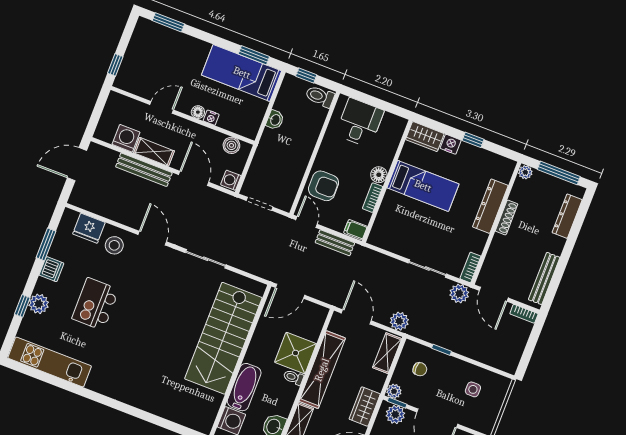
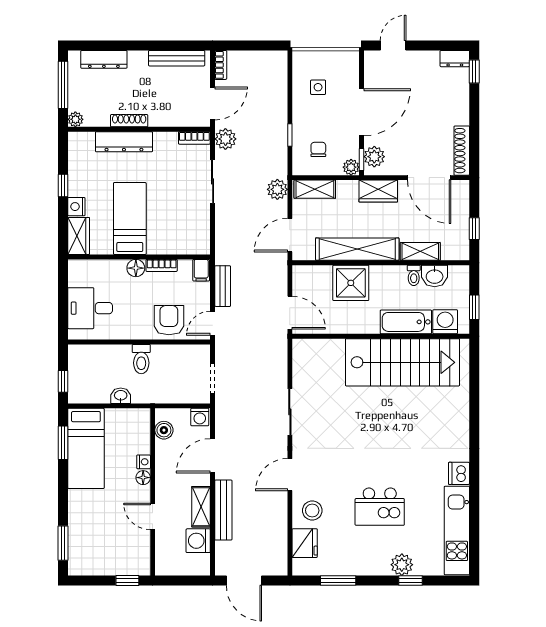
toilet: (320, 96) -> (141, 359), moved
dishwasher: (51, 269) -> (459, 473), moved, turned -90
stairs: (223, 338) -> (402, 362), moved
toilet: (293, 377) -> (414, 275), moved

